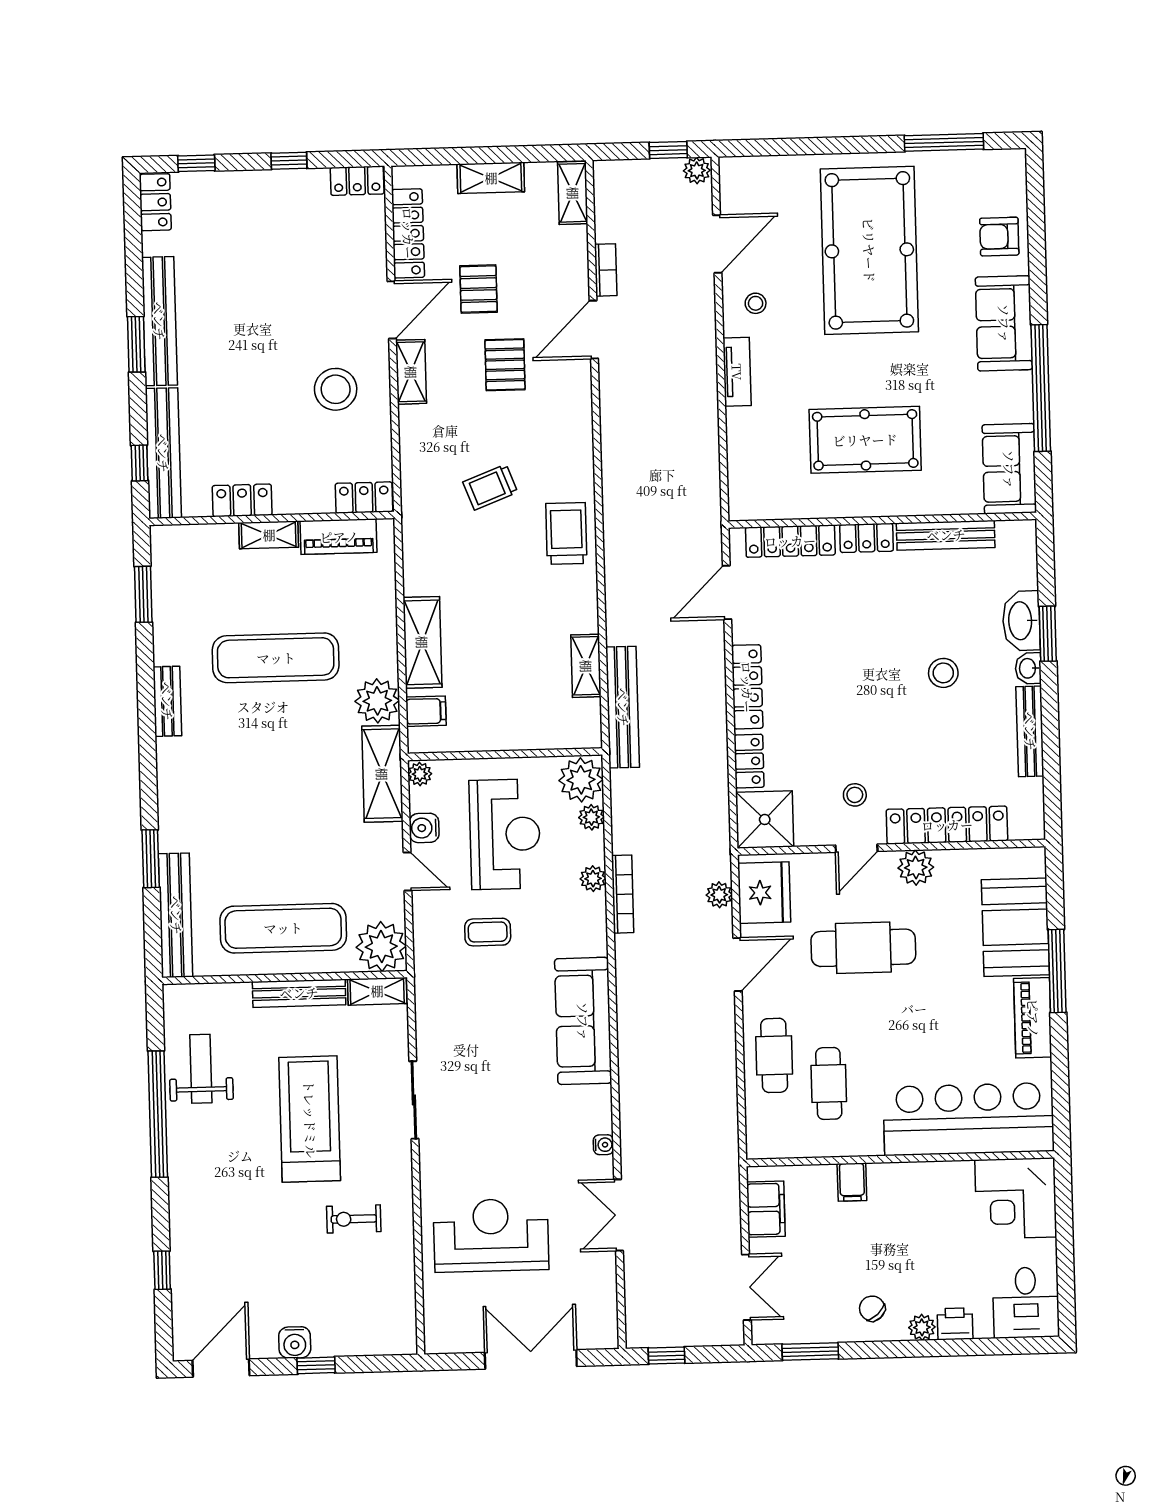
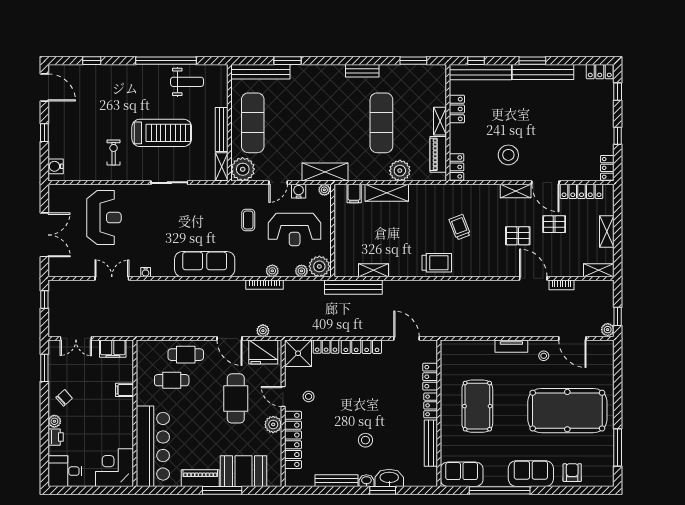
locker: (790, 541) -> (430, 377), width x0.66
plant: (377, 701) -> (400, 171), moved
water cooler: (295, 1342) -> (56, 166), moved

